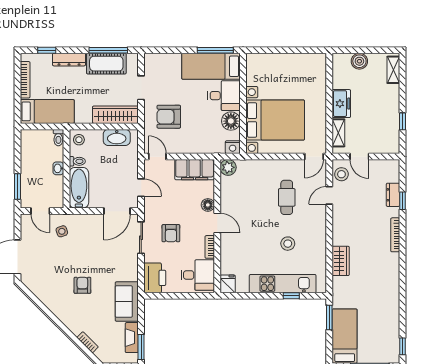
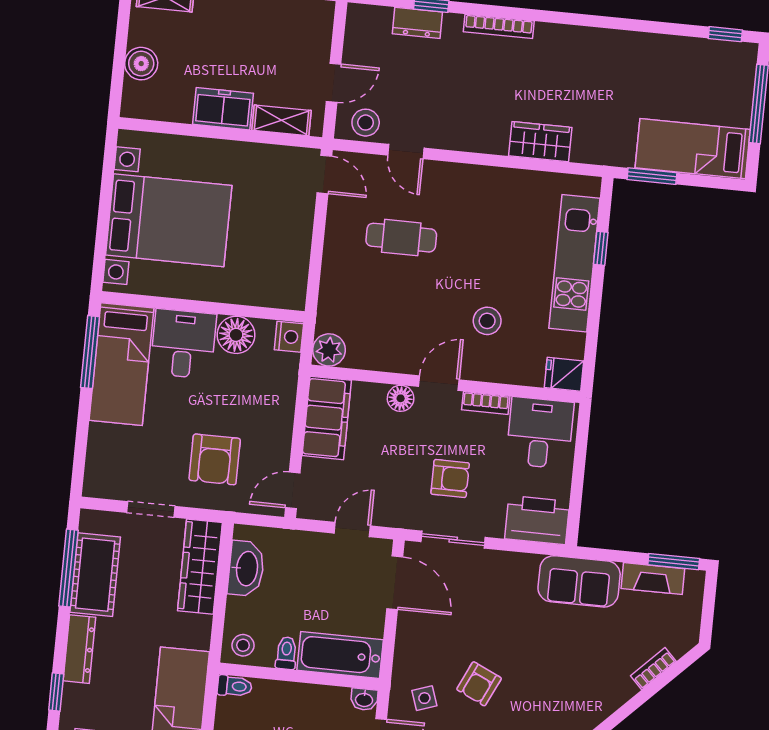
bed with nightstands: (275, 120) -> (169, 220), moved, turned 90
washbasin: (58, 168) -> (364, 699), moved
stool: (288, 244) -> (487, 321), moved
armchair: (82, 285) -> (479, 684), moved, turned -65

